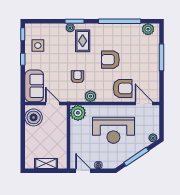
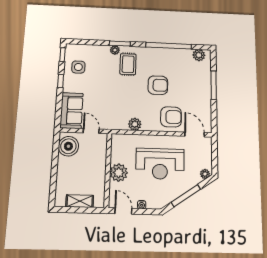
armchair: (110, 60) -> (158, 85), turned 180
armchair: (78, 77) -> (121, 102), removed
plant: (78, 113) -> (119, 173), moved

